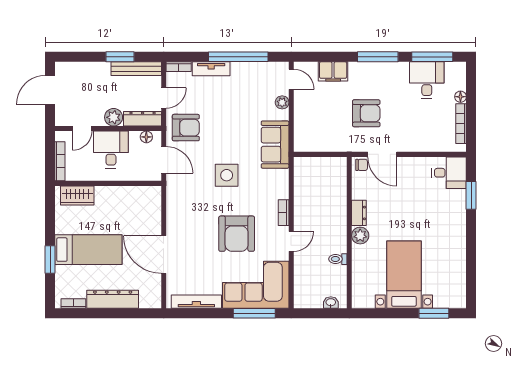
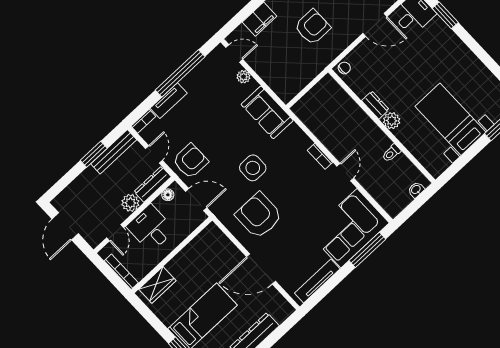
door: (382, 154) -> (375, 25), moved
armchair: (237, 234) -> (259, 216), moved, turned 180

